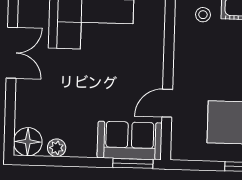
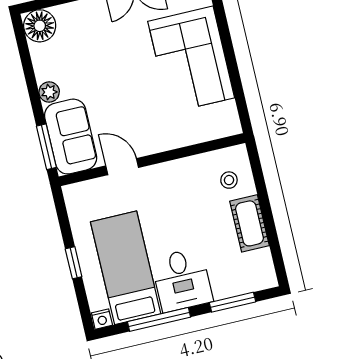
plant: (57, 148) -> (49, 92), moved

